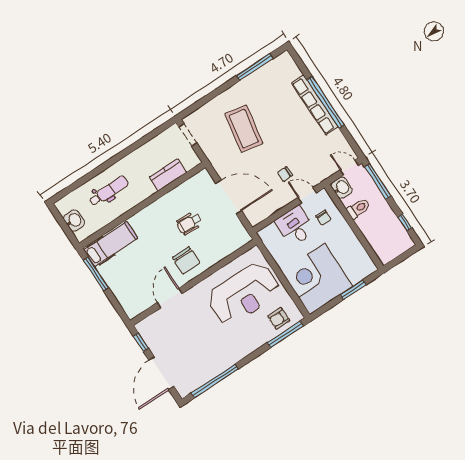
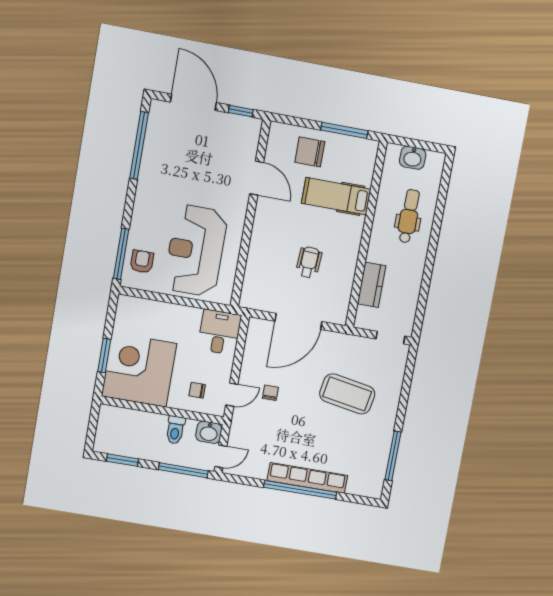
dental chair: (109, 191) -> (409, 216), turned 180
window: (405, 222) -> (122, 460), width x1.50
desk: (295, 226) -> (219, 332), moved, turned -90
hospital bed: (111, 244) -> (336, 196), moved, turned 90
chair: (186, 260) -> (310, 152), moved
corner desk: (317, 279) -> (139, 370), moved, turned -90

